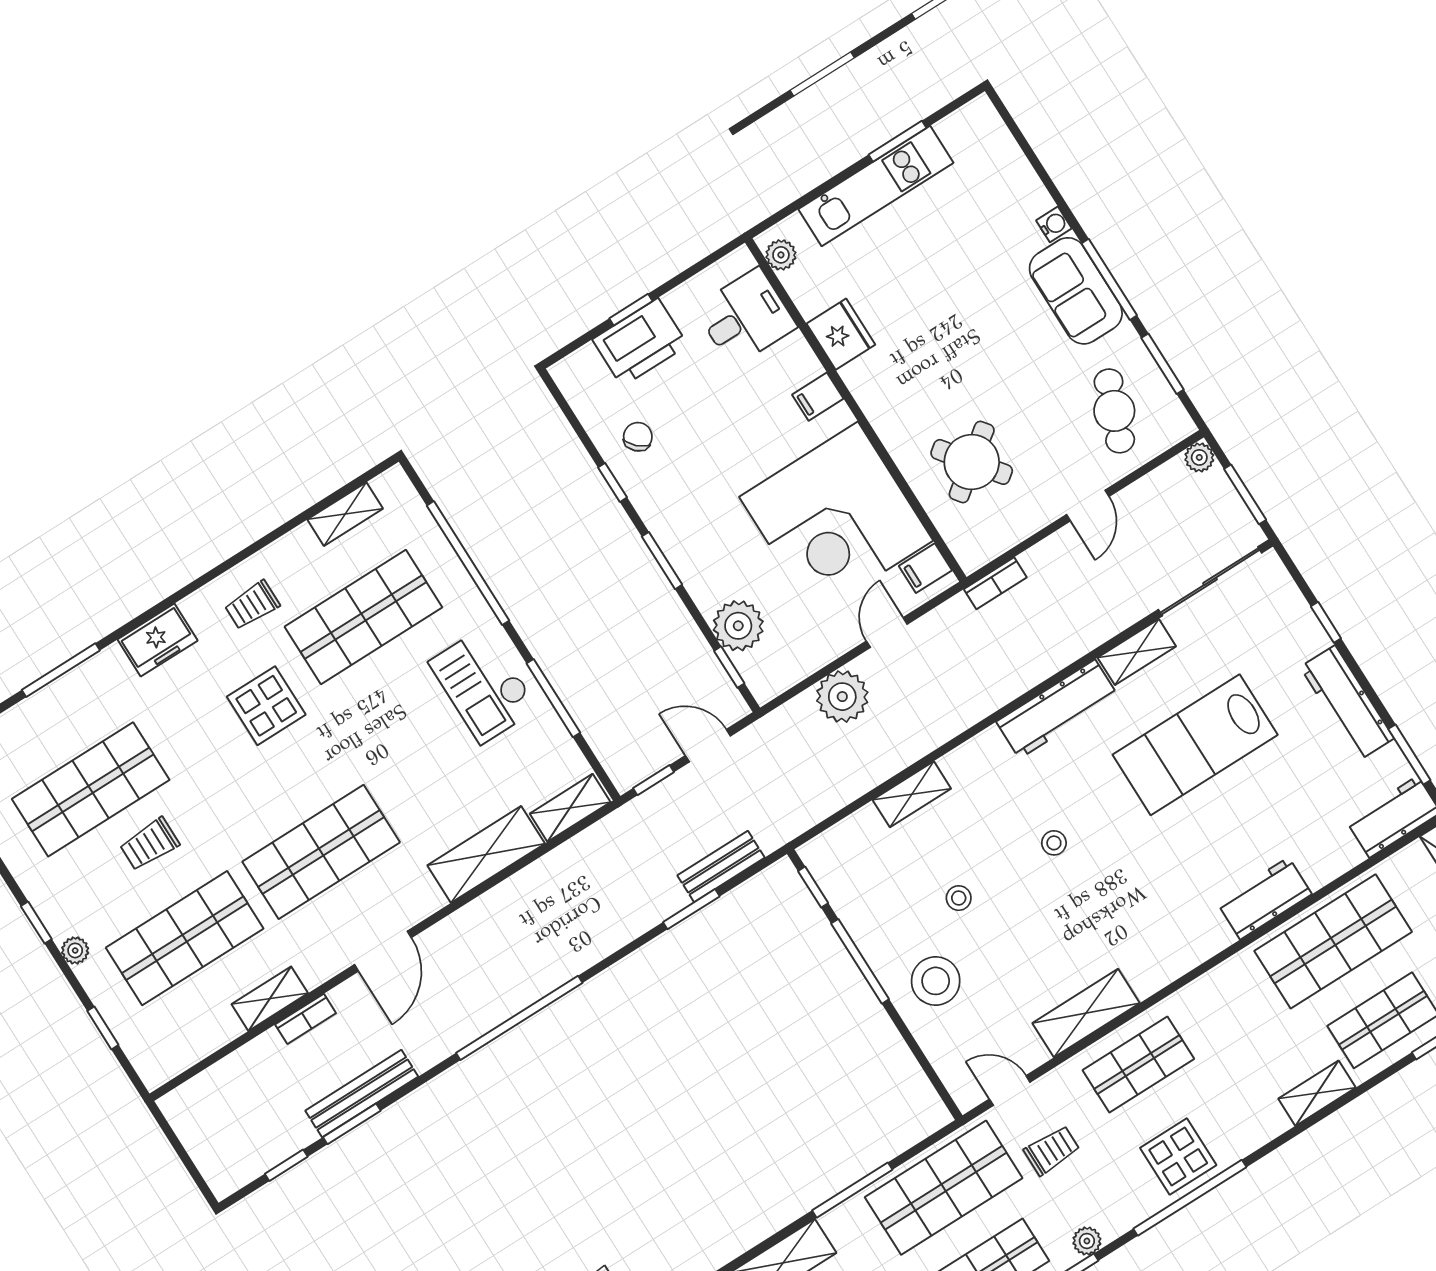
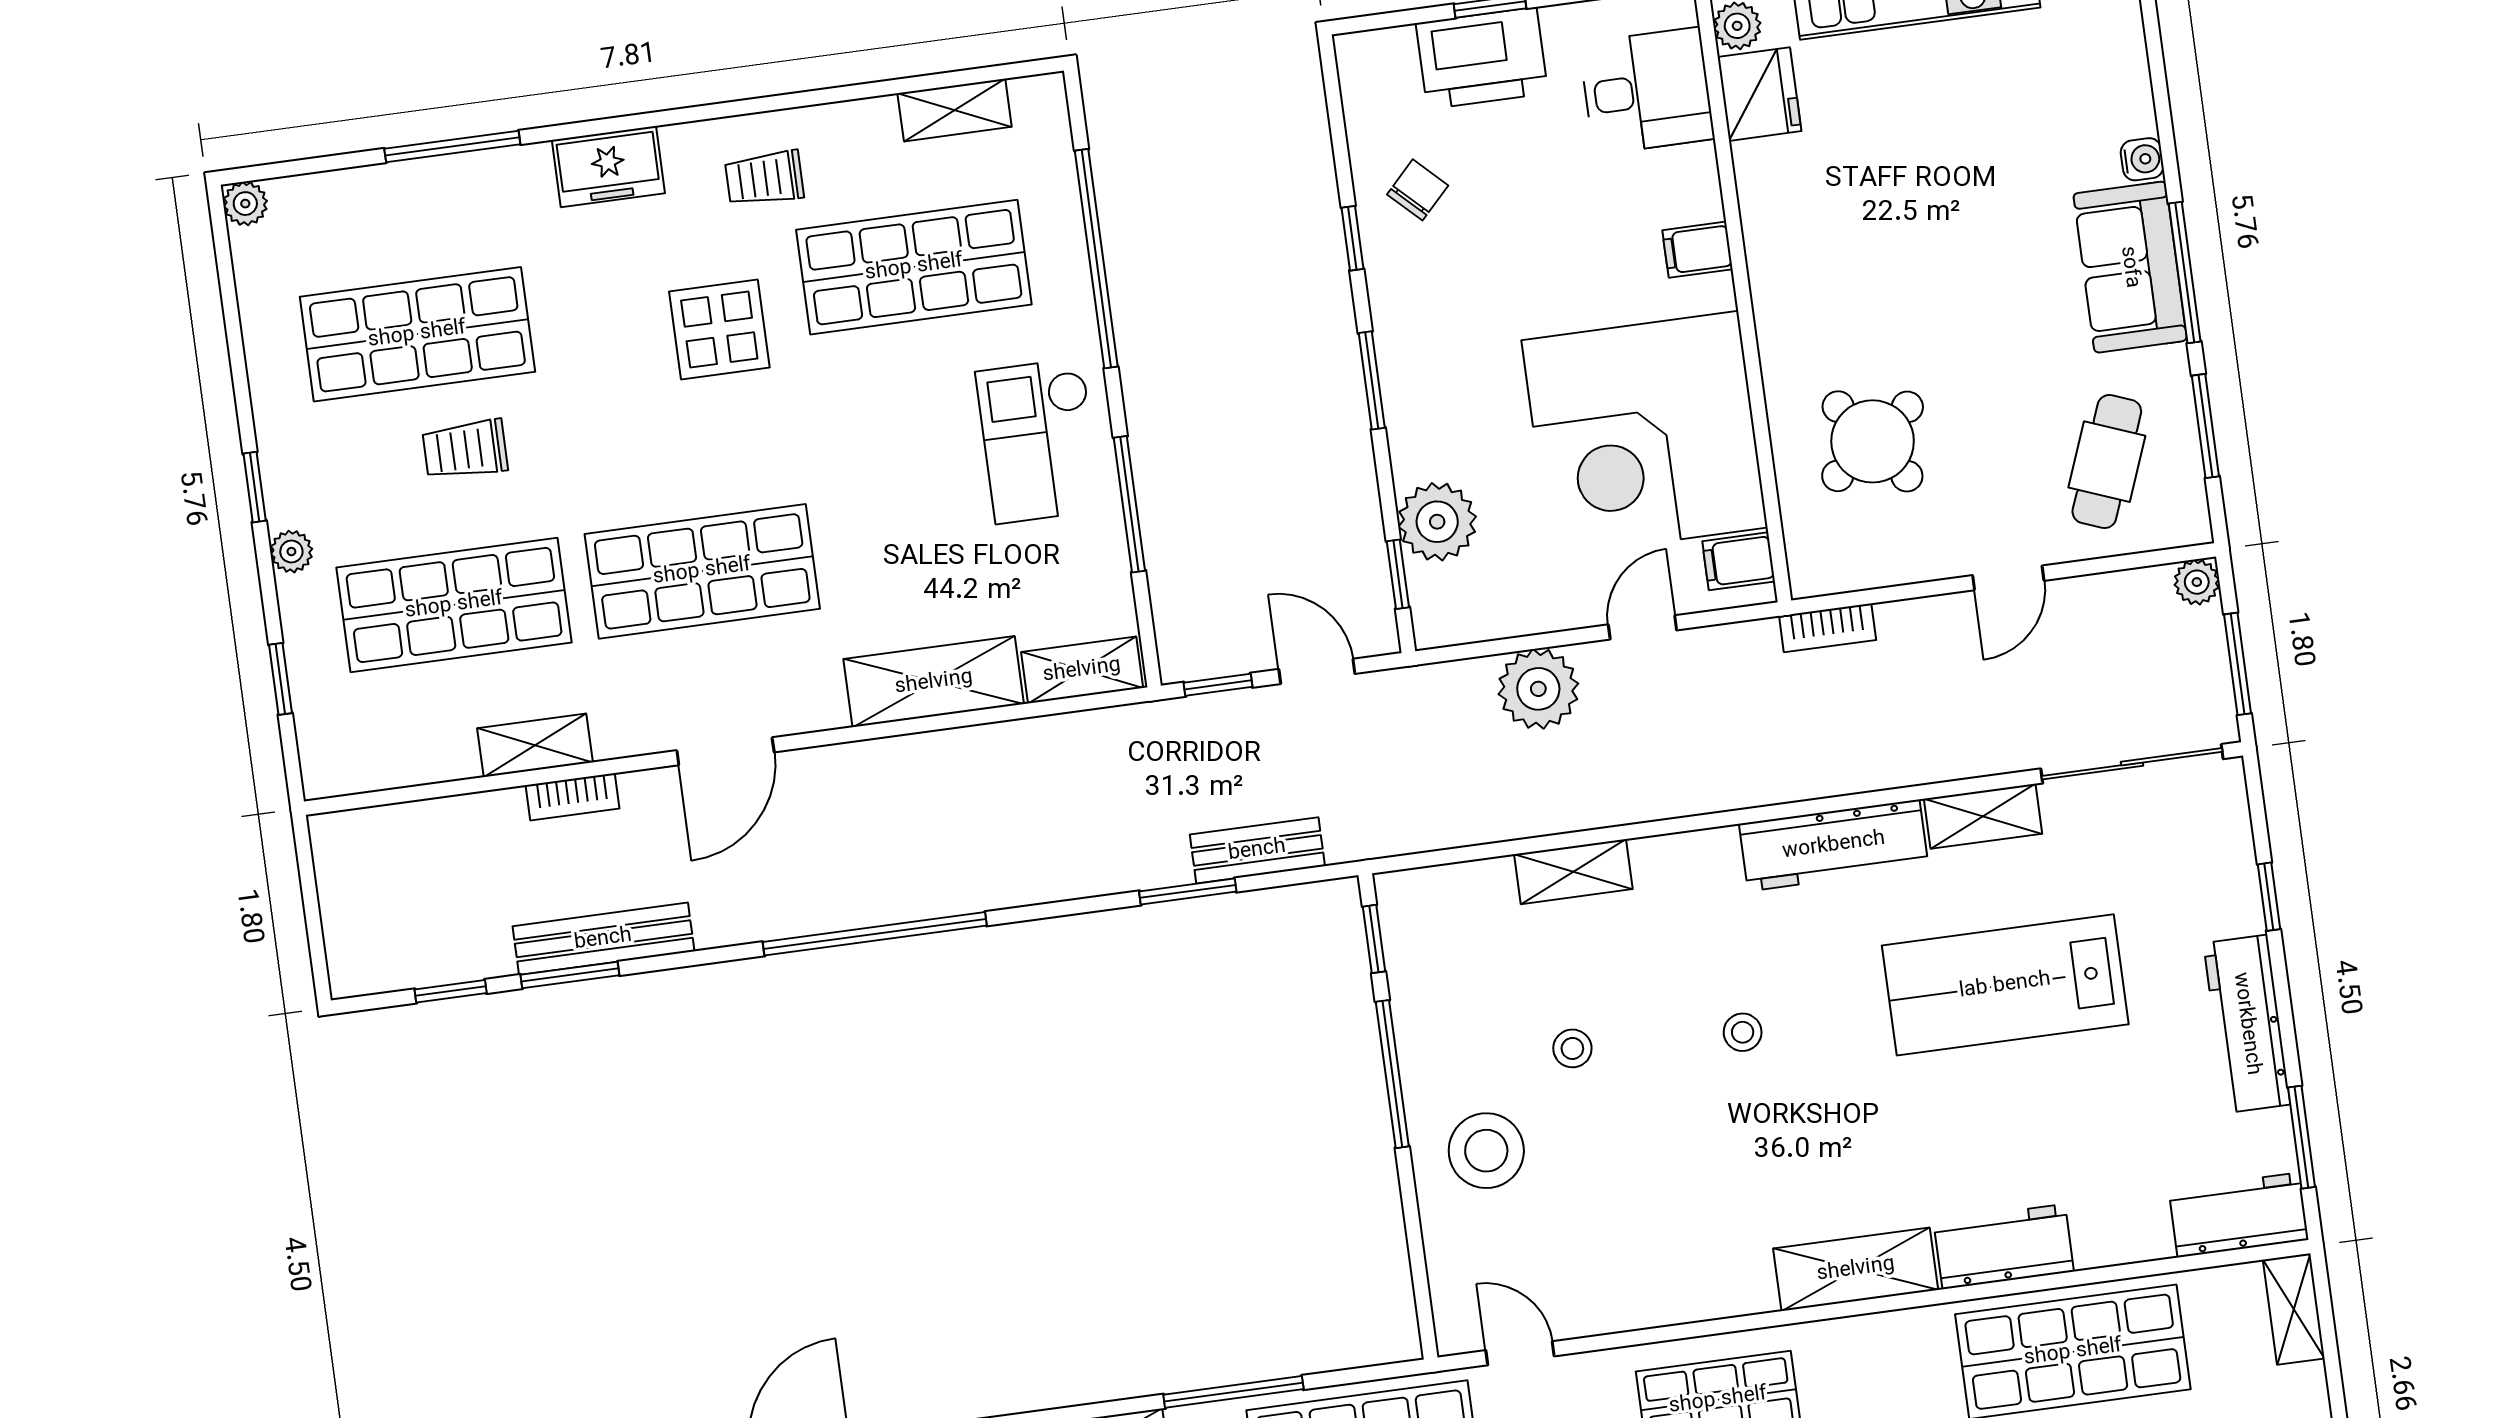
fridge: (841, 334) -> (1759, 94), moved
shelving: (1086, 1013) -> (1856, 1269), moved

